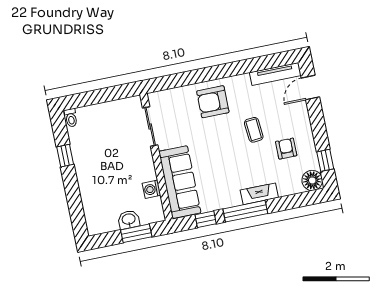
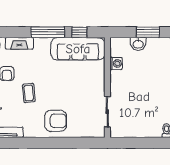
sofa: (180, 182) -> (78, 49), moved, turned -90
fireplace: (259, 194) -> (19, 43), moved
window: (136, 233) -> (148, 32), moved

